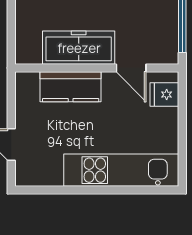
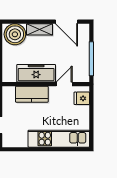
door: (131, 68) -> (64, 84), swing flipped

